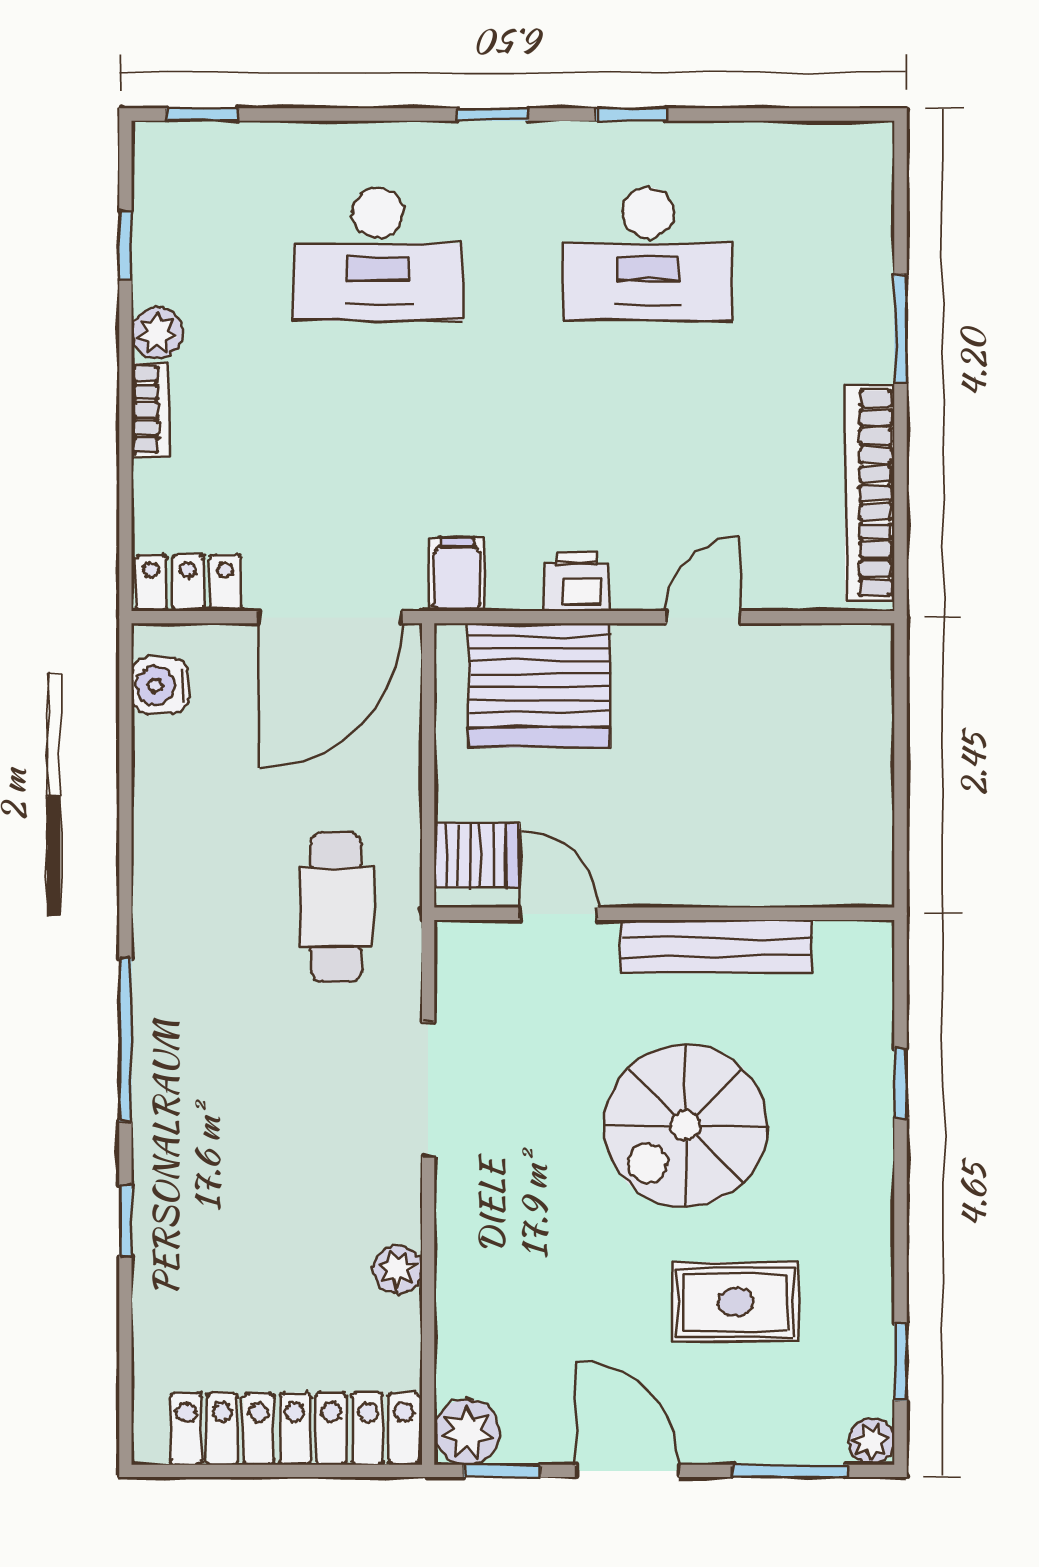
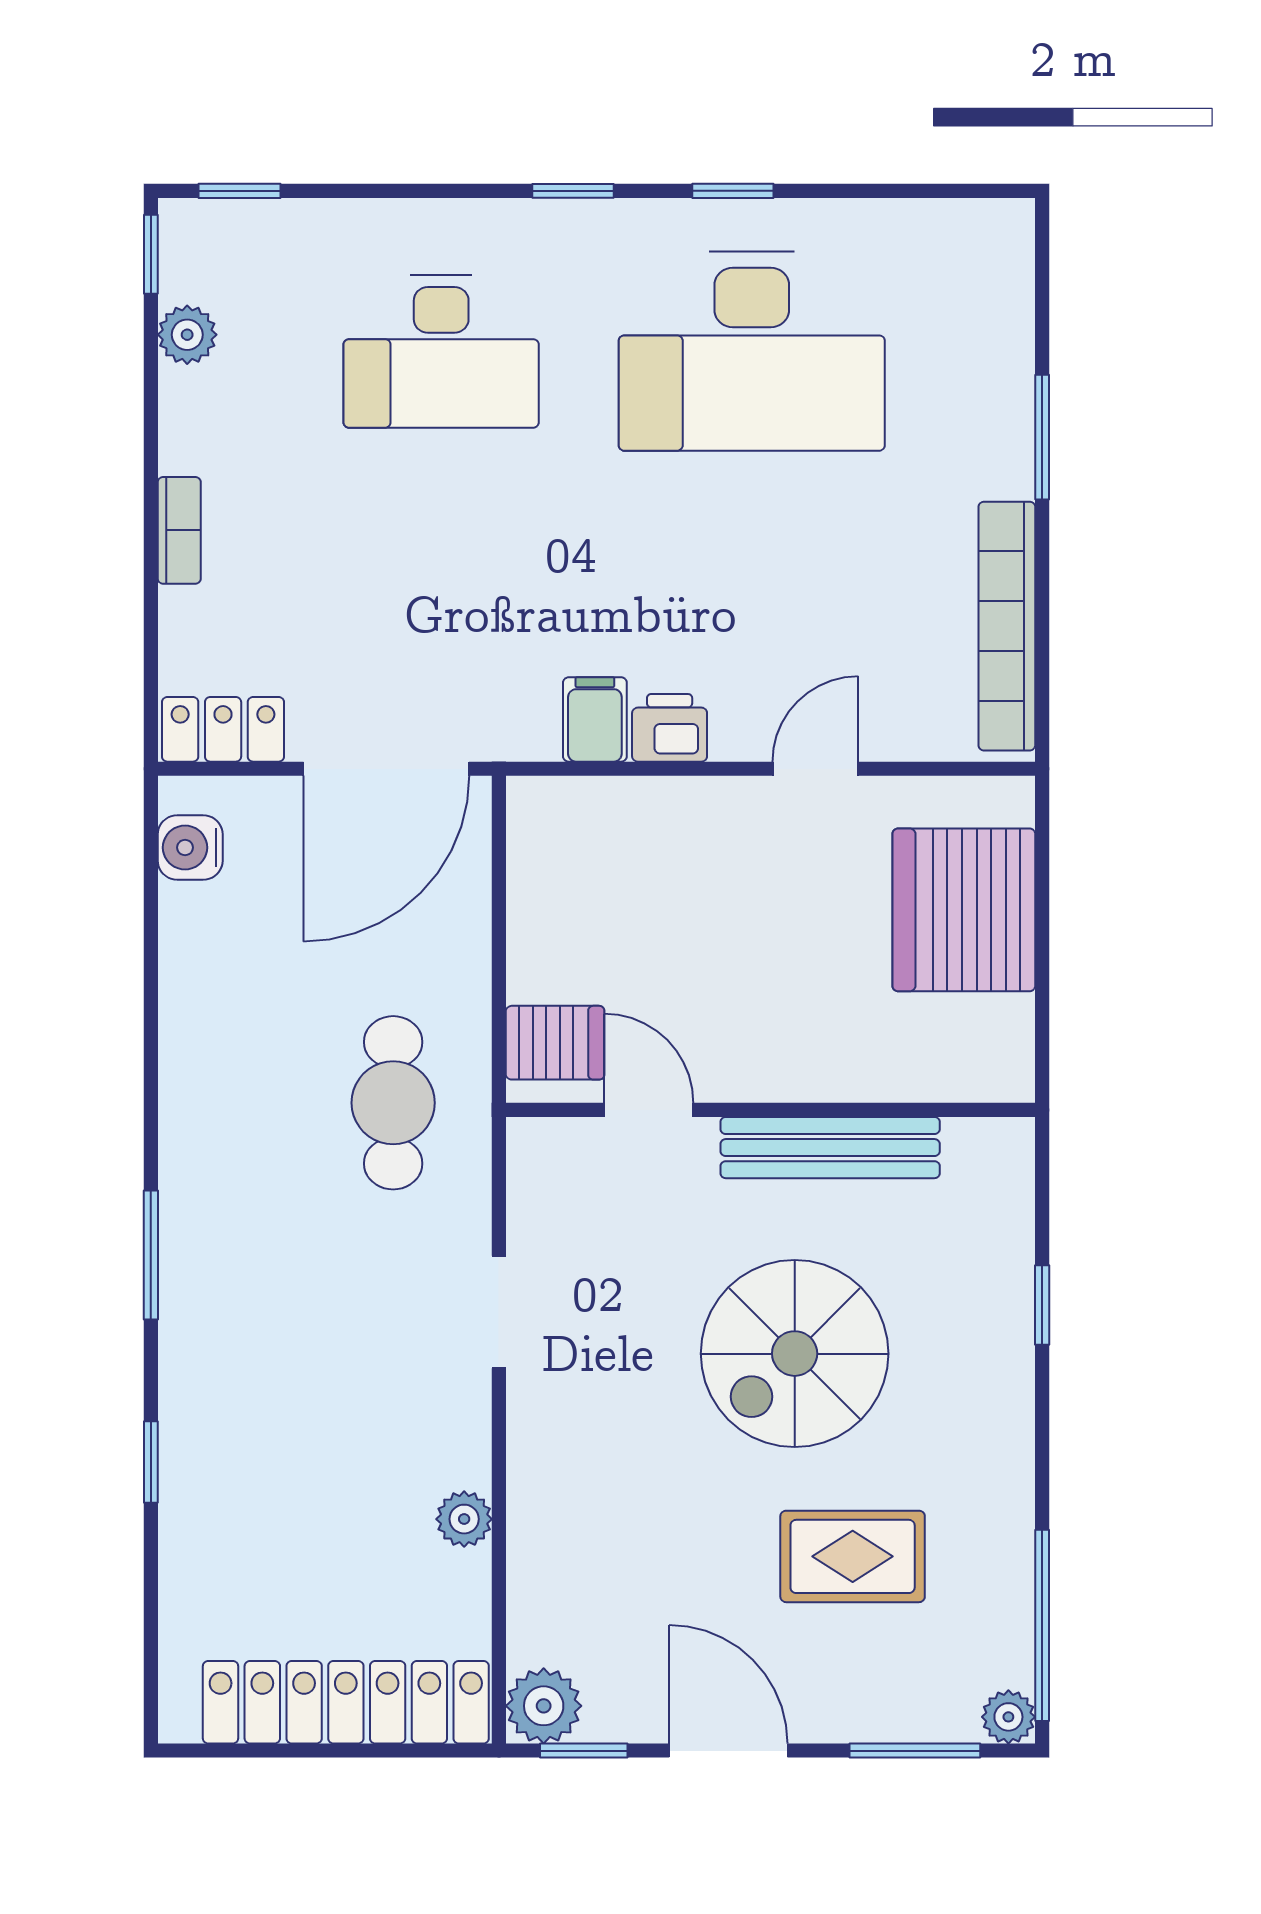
window: (125, 246) -> (151, 254), moved
desk: (648, 254) -> (752, 351), width x1.36, depth x1.30
plant: (157, 333) -> (187, 335), moved
filing cabinet: (457, 574) -> (595, 719), moved
server rack: (539, 685) -> (964, 910), moved, turned 90
window: (125, 1040) -> (151, 1255), width x0.69
doorway: (428, 1089) -> (499, 1312), width x0.73
window: (900, 1362) -> (1042, 1625), width x2.17

